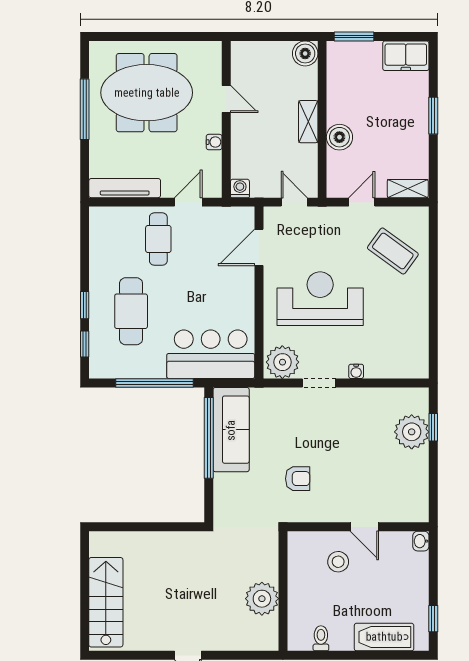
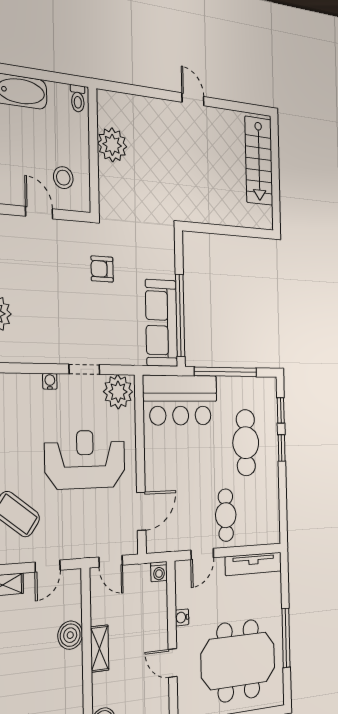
reception desk: (320, 299) -> (85, 459), turned 180
wall: (283, 591) -> (94, 150), moved
plant: (262, 599) -> (112, 145), moved

